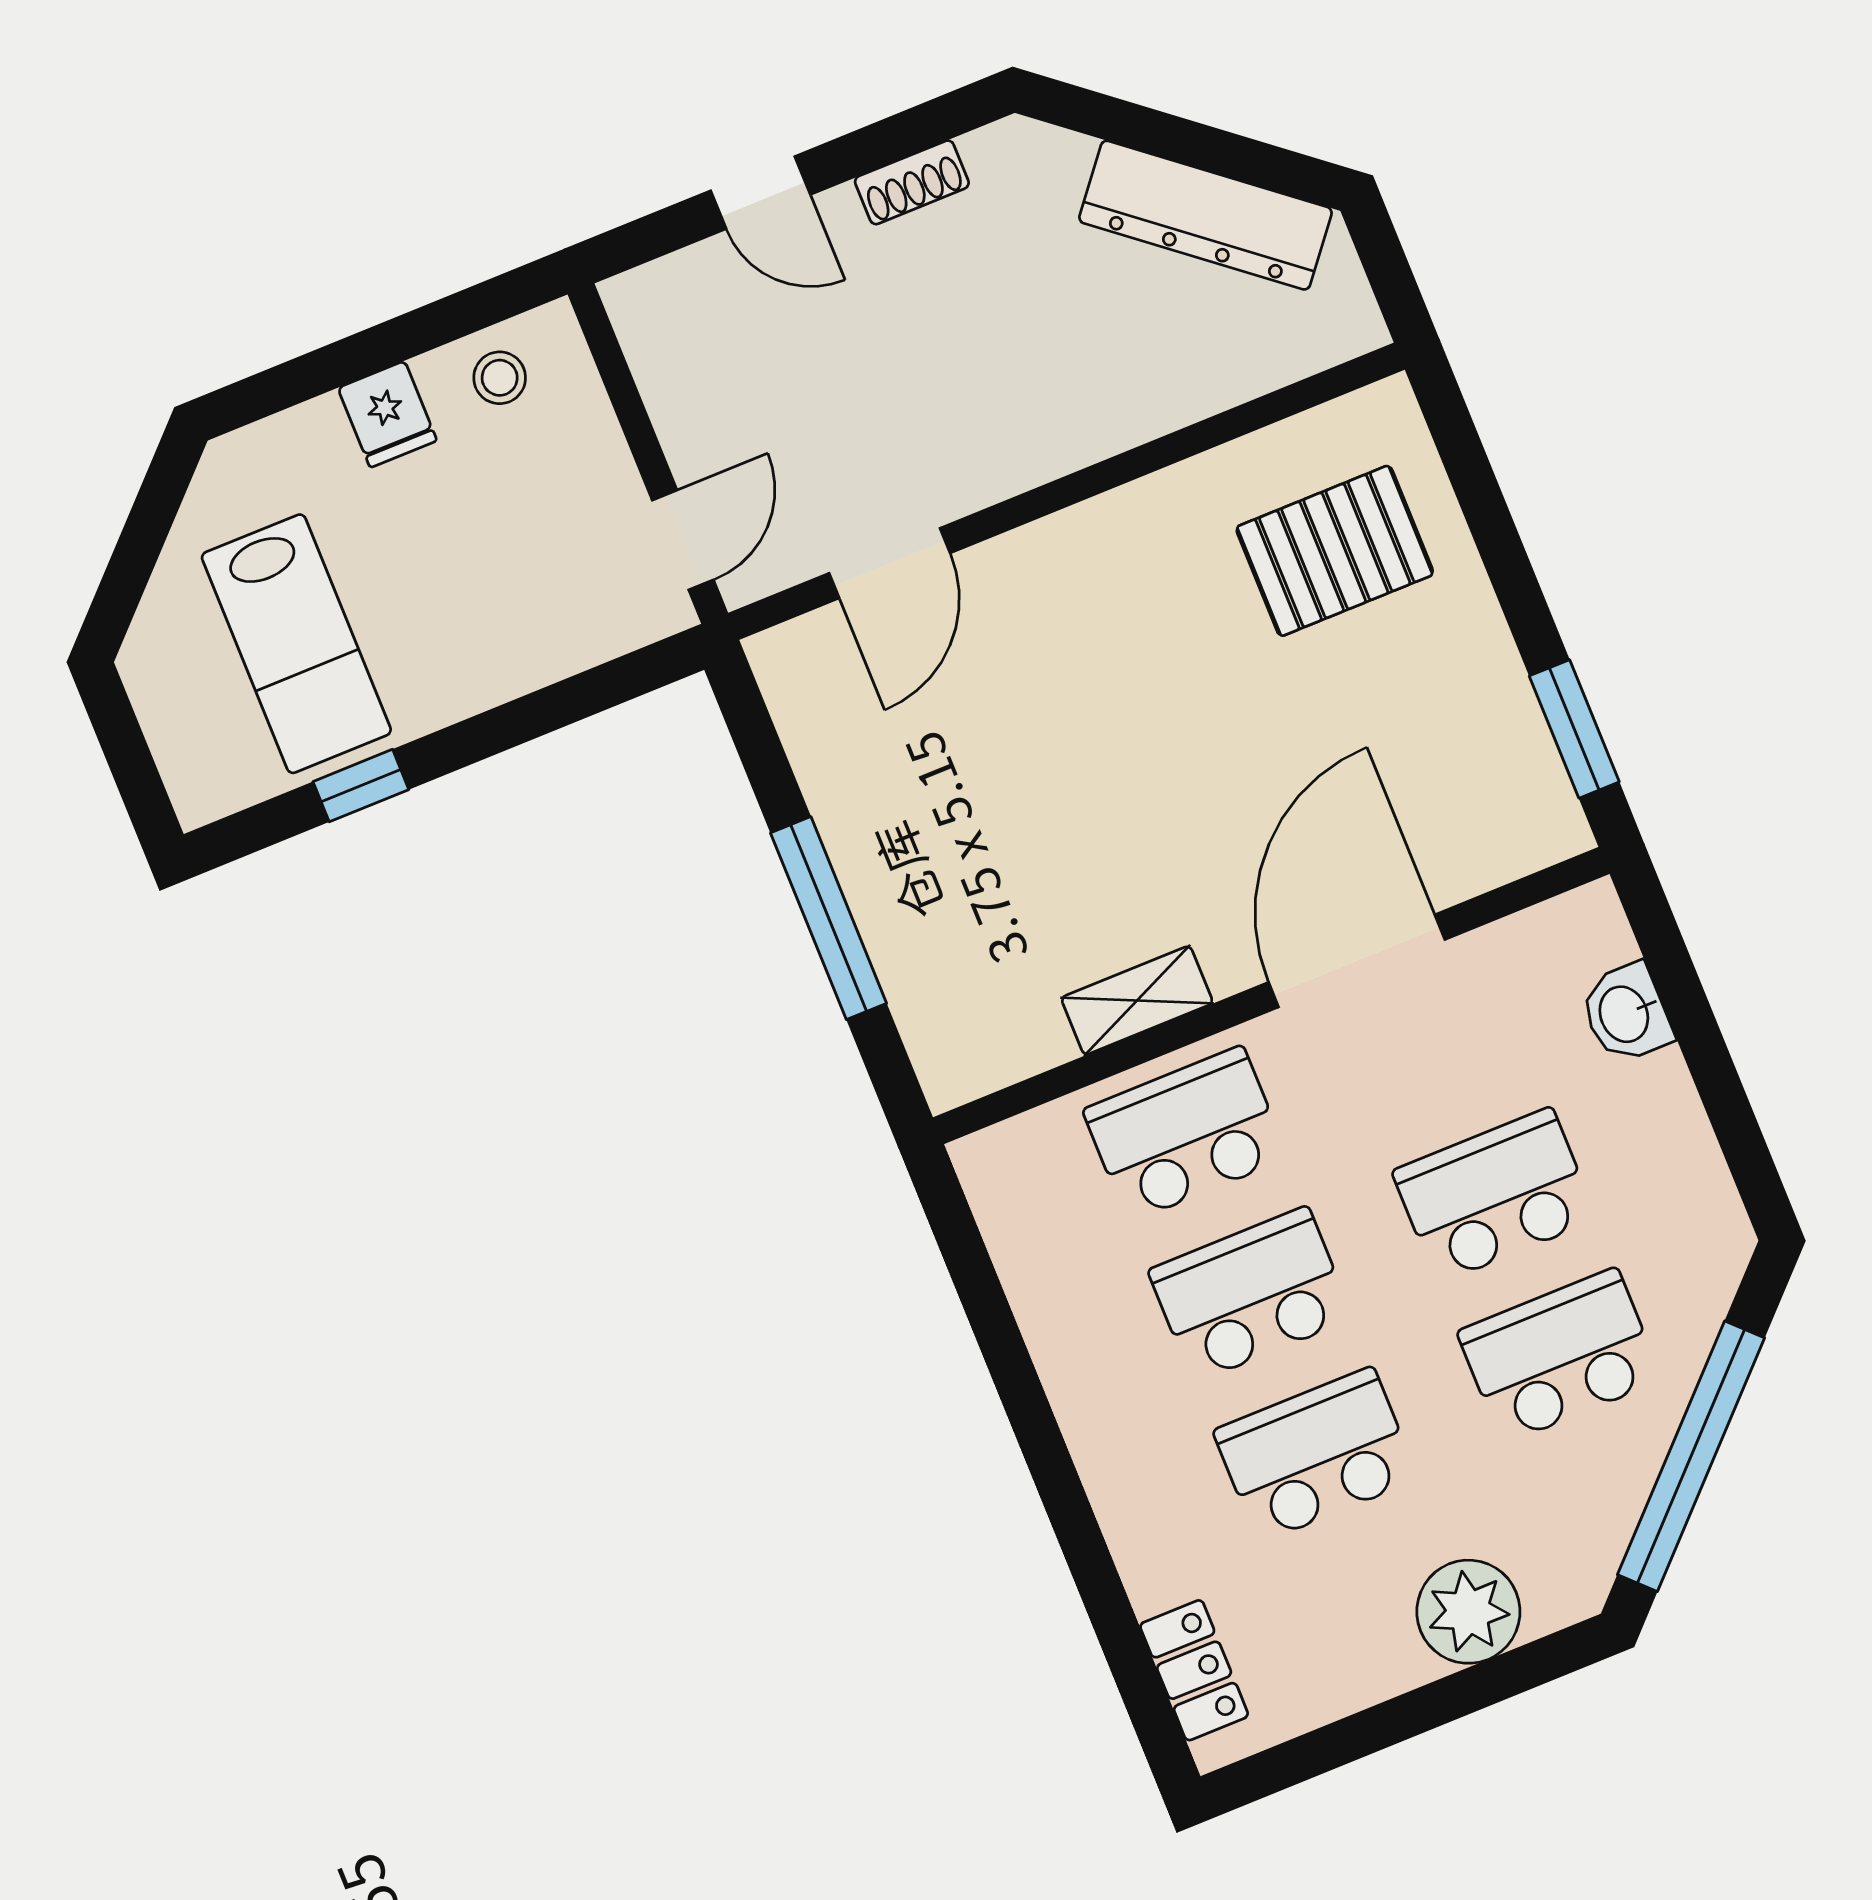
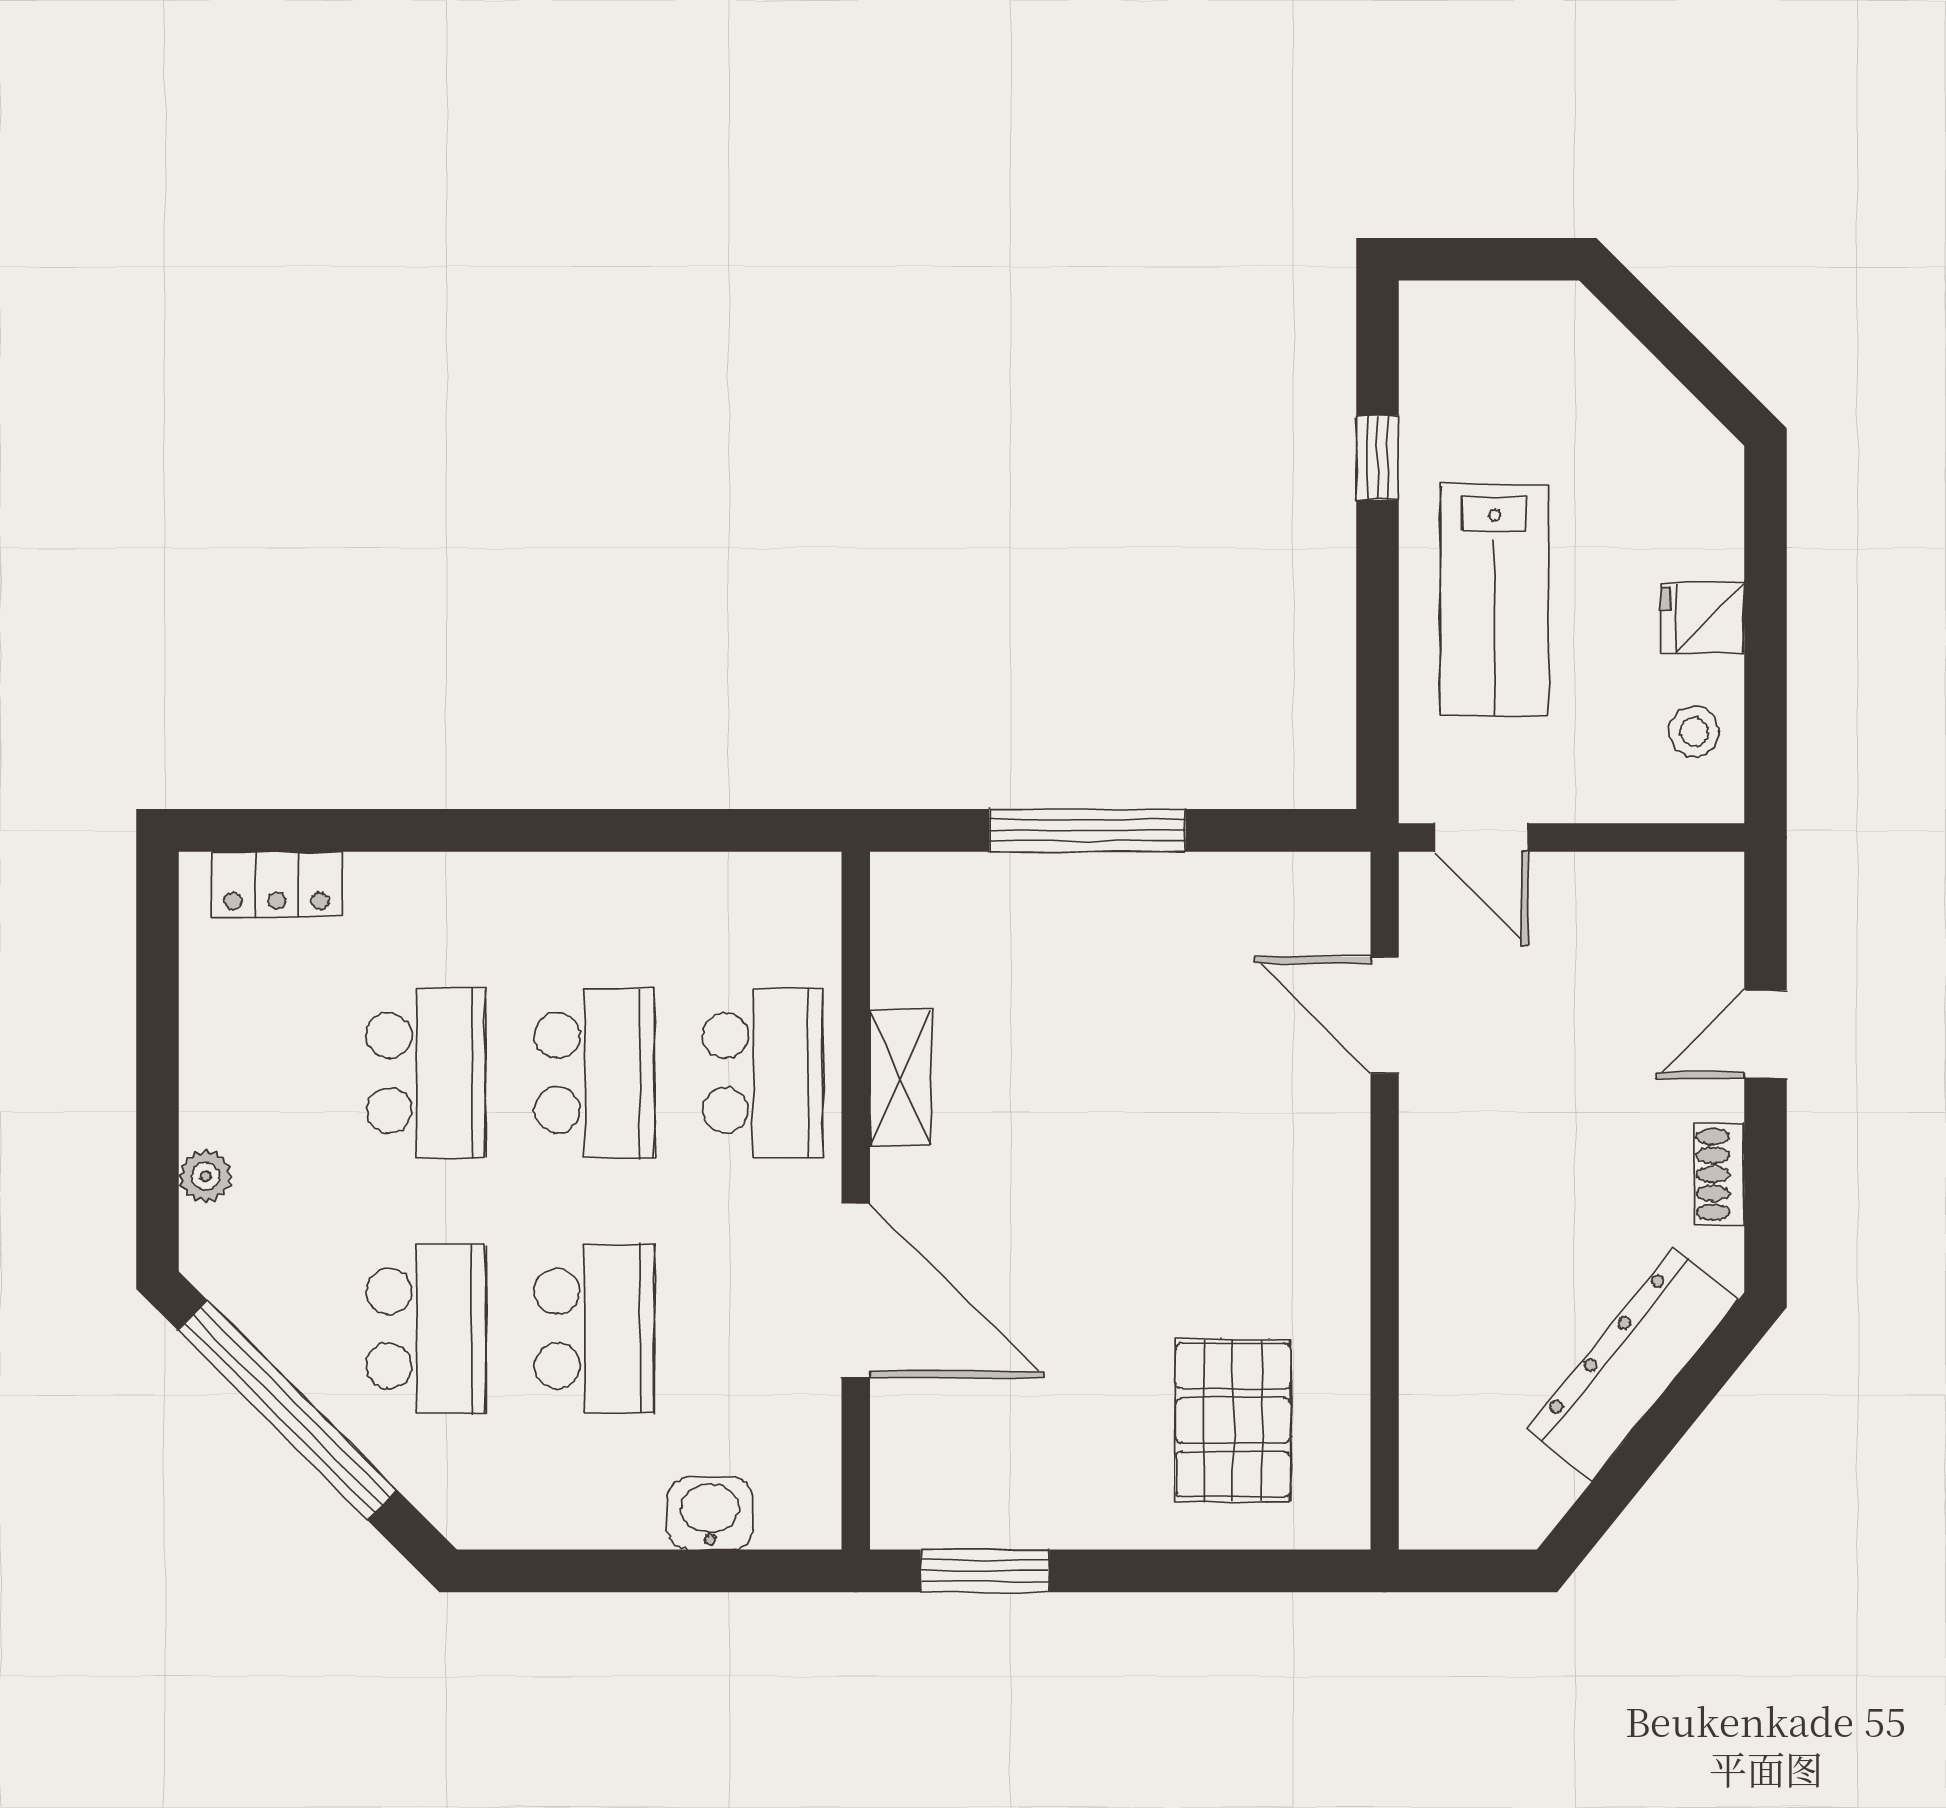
dresser: (1205, 215) -> (1633, 1364), moved
lab bench: (296, 644) -> (1494, 601), moved, turned -90
plant: (1468, 1612) -> (205, 1176), width x0.53, depth x0.53

